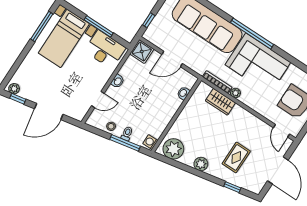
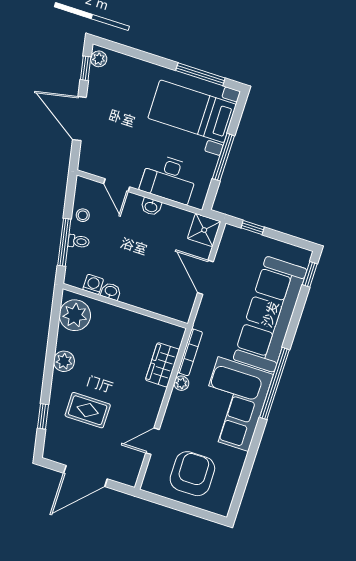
desk: (105, 49) -> (169, 179), moved, turned 90
washbasin: (183, 93) -> (111, 291), moved
door: (281, 131) -> (152, 441), moved
washing machine: (150, 142) -> (93, 284), moved

